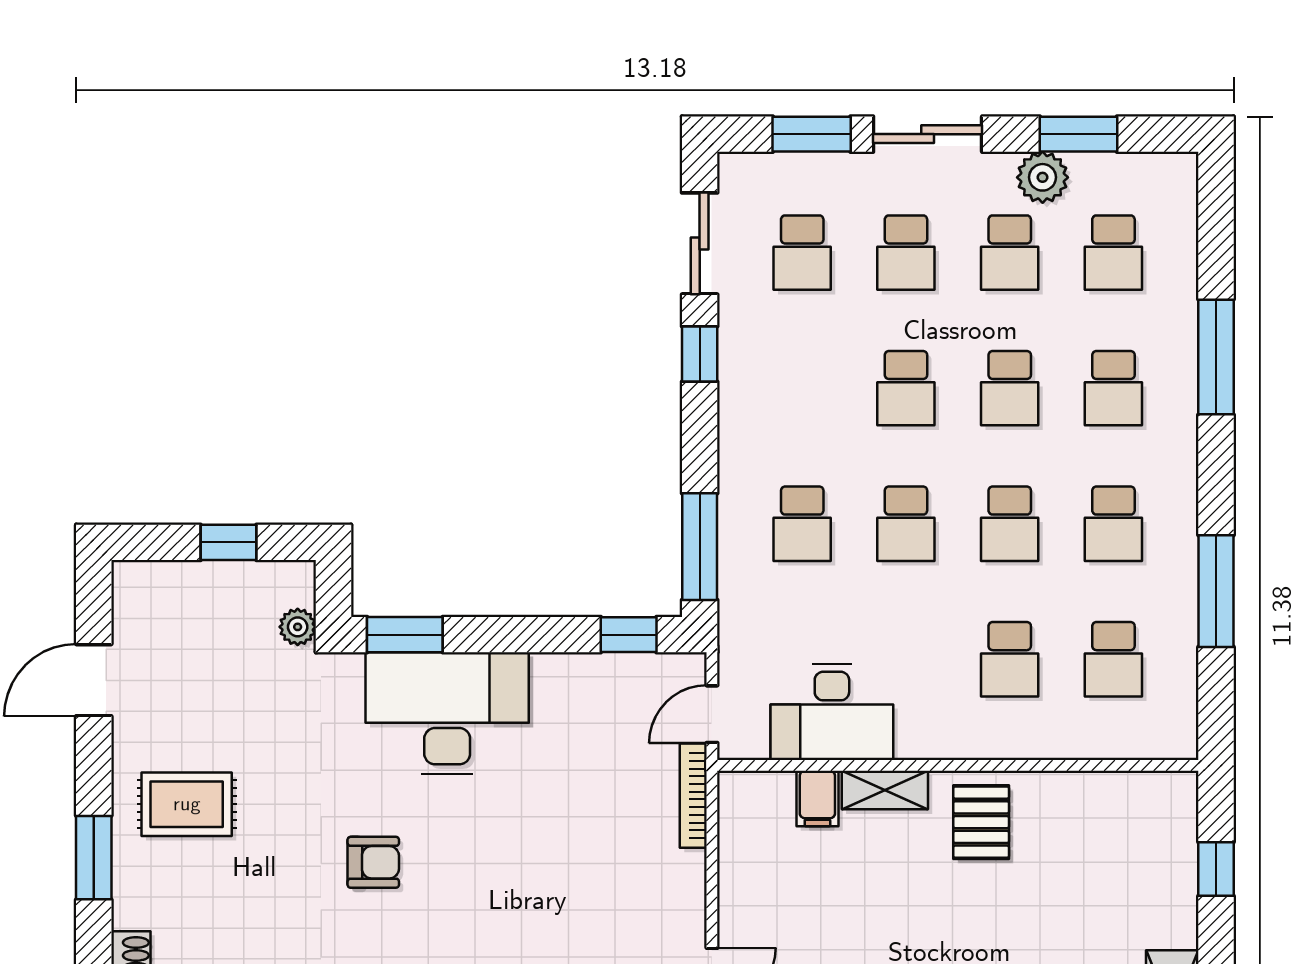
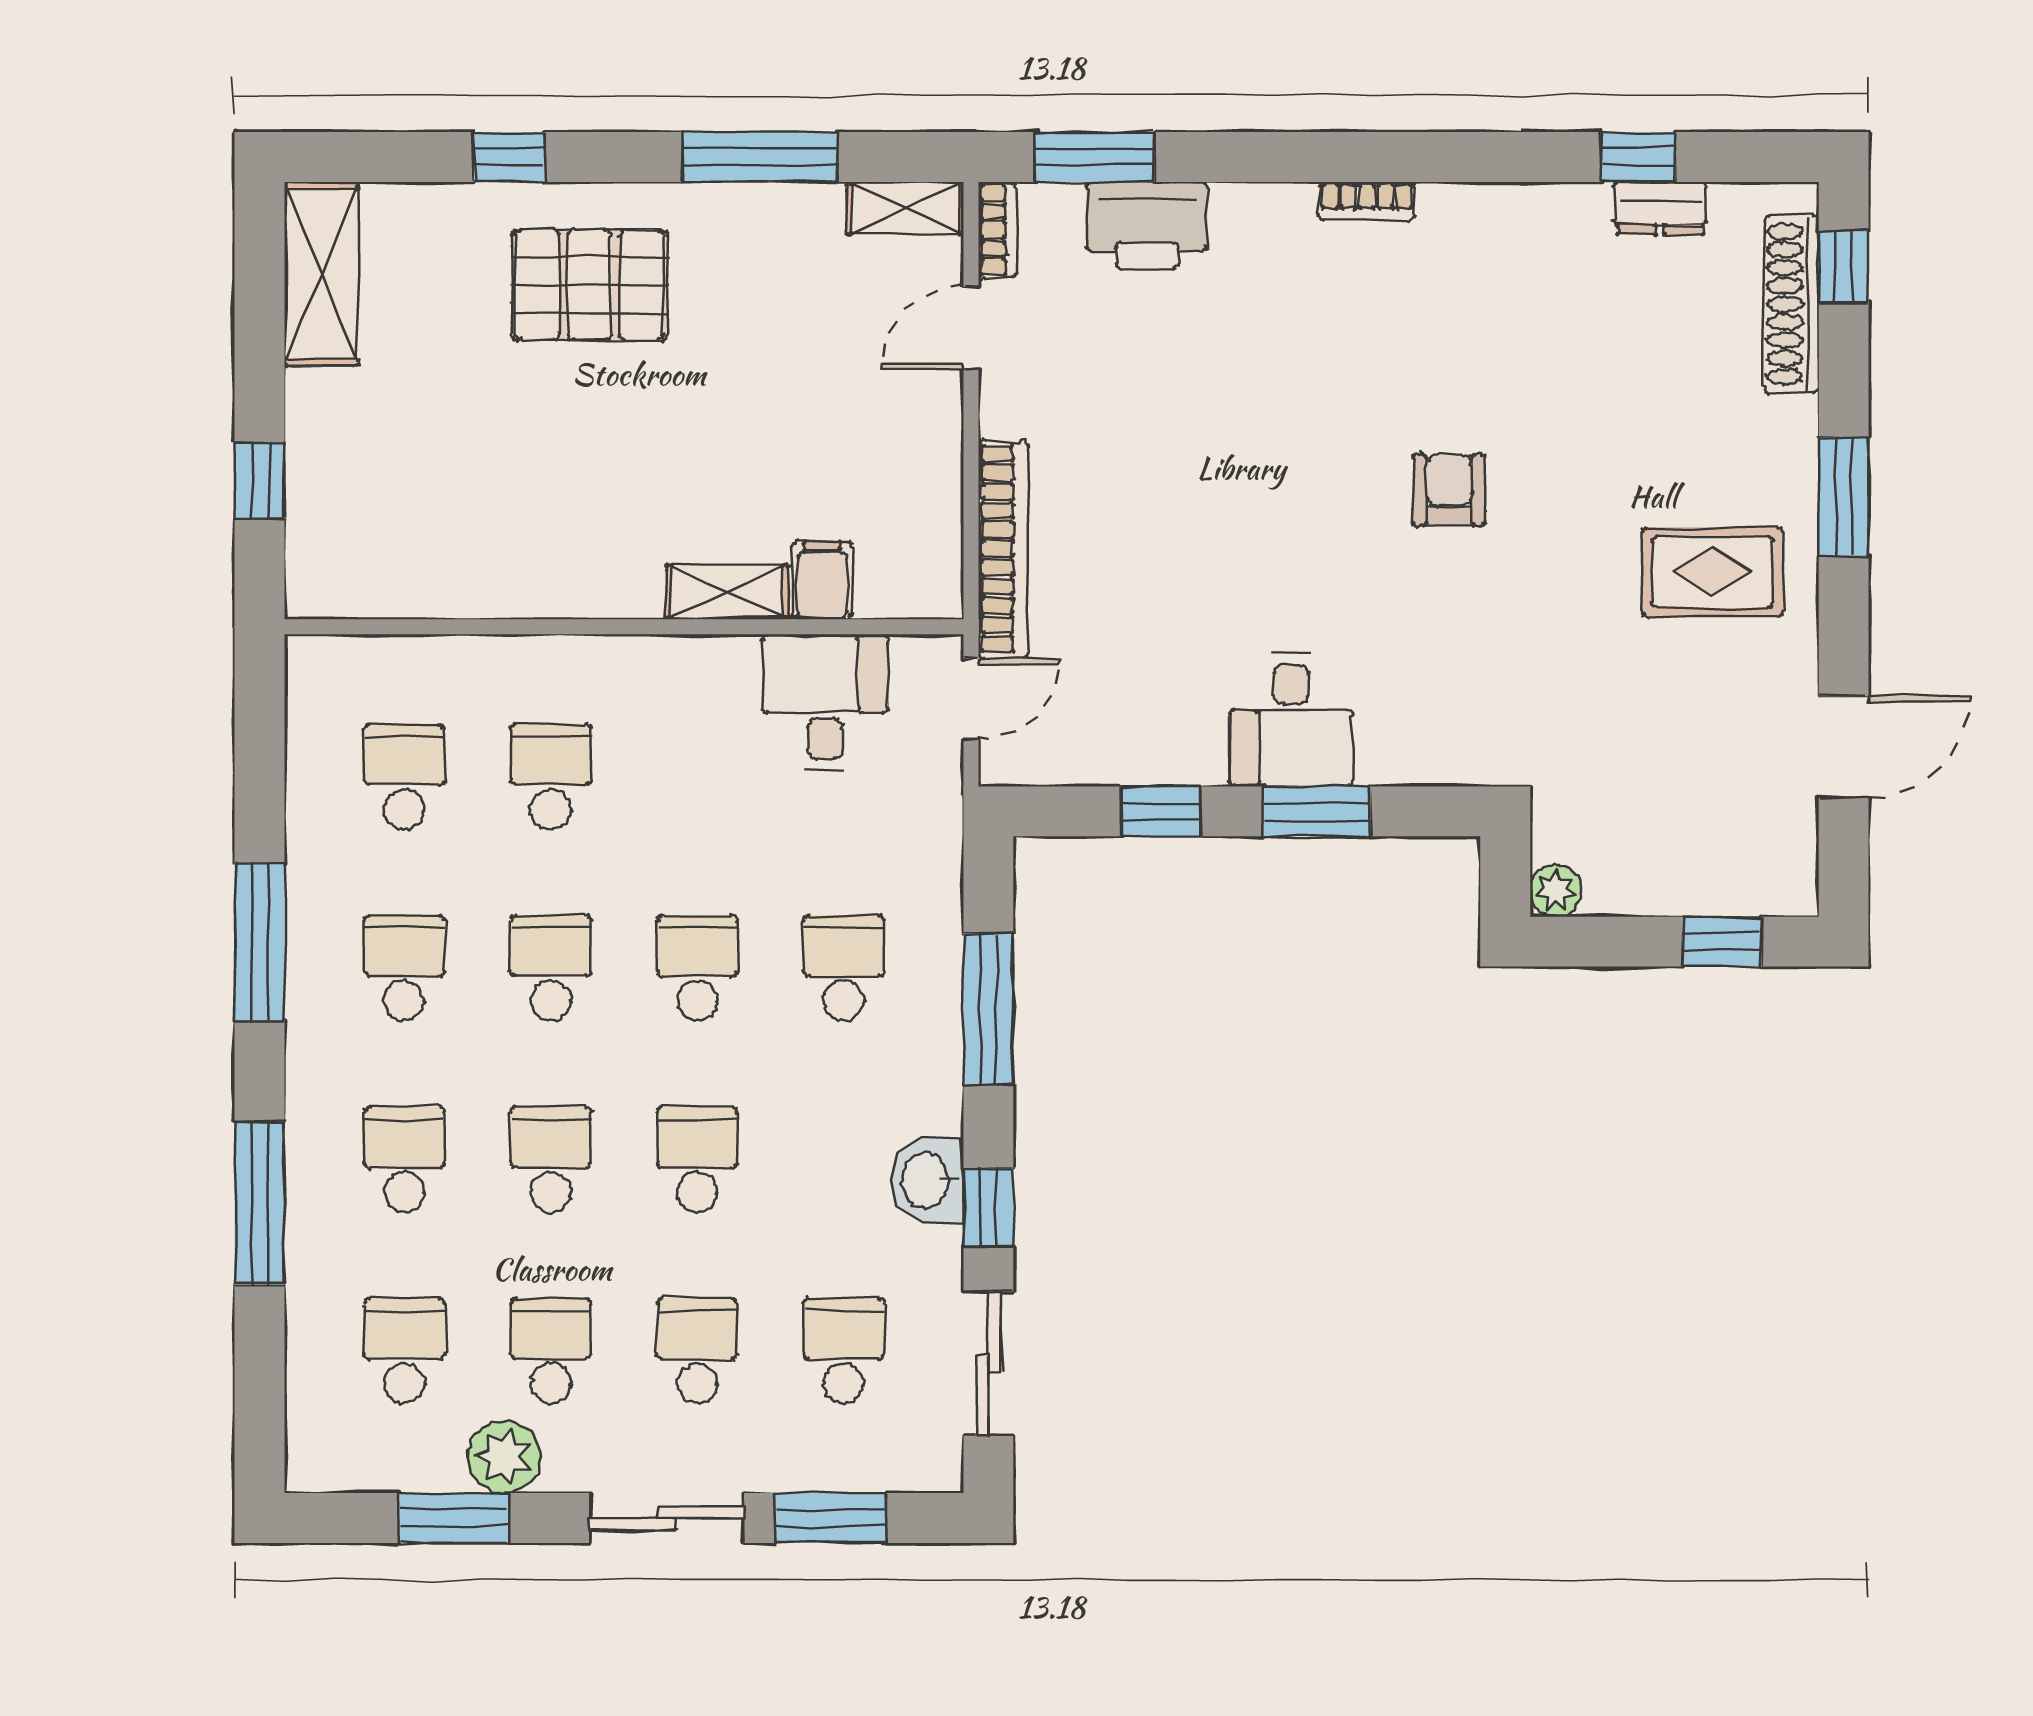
washbasin: (743, 373) -> (927, 1180), added
window: (228, 542) -> (1722, 942), moved
window: (700, 547) -> (988, 1009), moved
window: (1216, 591) -> (260, 942), moved
plant: (298, 627) -> (1556, 891), moved
window: (405, 635) -> (1317, 811), moved
window: (629, 635) -> (1161, 811), moved
desk: (832, 712) -> (825, 702), width x0.73
desk: (447, 713) -> (1291, 720), width x0.53, depth x0.77
bookcase: (693, 796) -> (1003, 549), width x1.48, depth x1.31
pallet: (981, 822) -> (591, 547), removed
armchair: (373, 862) -> (1449, 490), turned 90

